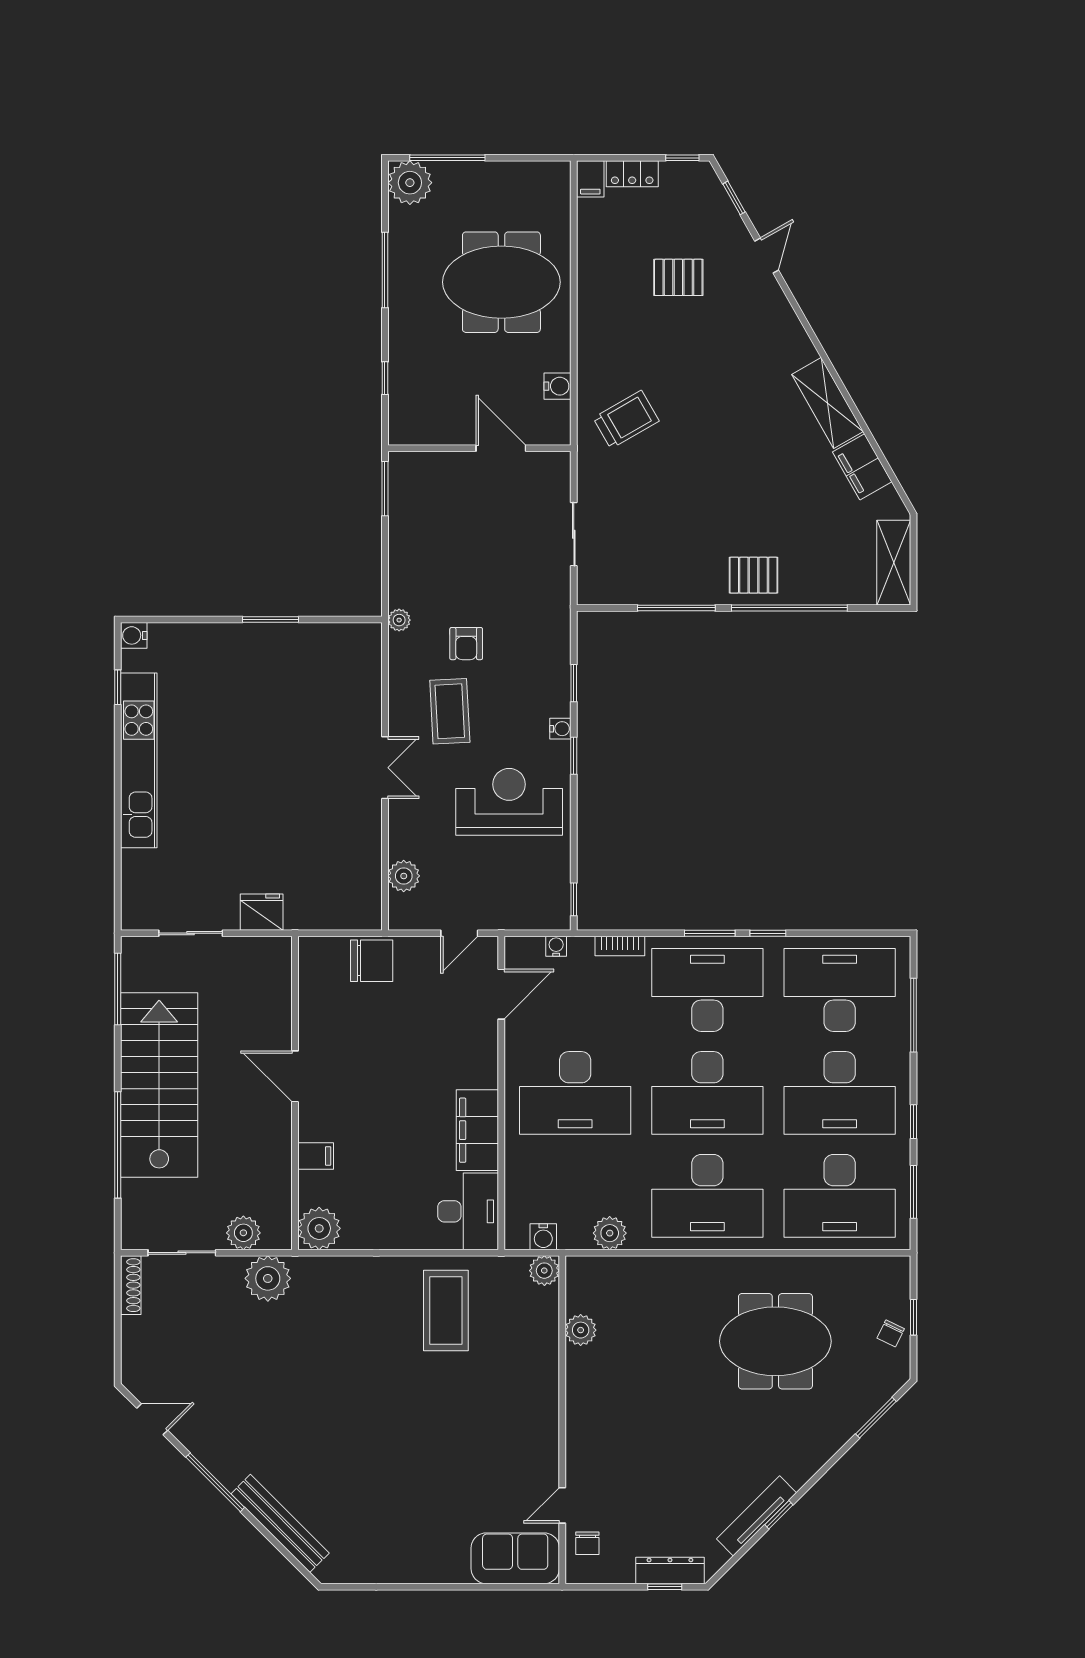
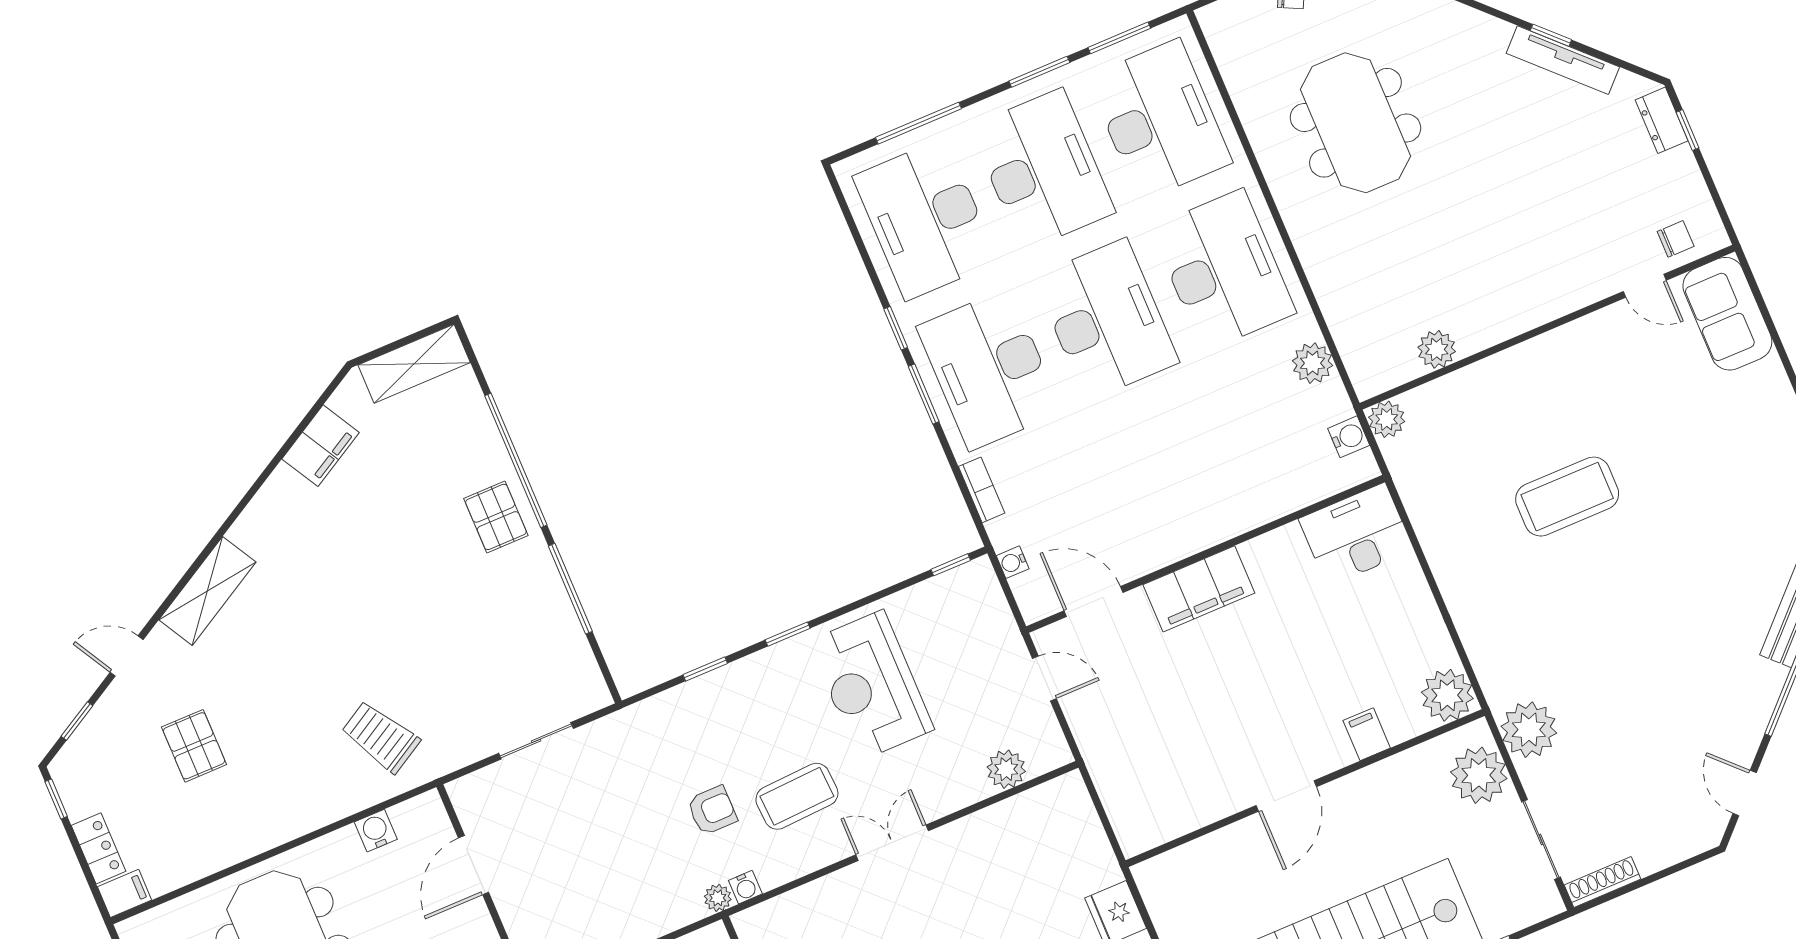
shelving: (827, 403) -> (207, 591), moved
water cooler: (560, 729) -> (745, 887), moved, turned 180
chair: (372, 961) -> (1118, 765), removed
desk: (575, 1093) -> (1170, 470), removed
window: (914, 1122) -> (1039, 72), width x1.50
filing cabinet: (477, 1130) -> (1199, 589), moved
plant: (243, 1233) -> (1479, 775), width x1.36, depth x1.36
coffee table: (446, 1310) -> (1567, 497), moved
dresser: (670, 1570) -> (1662, 120), width x0.70

